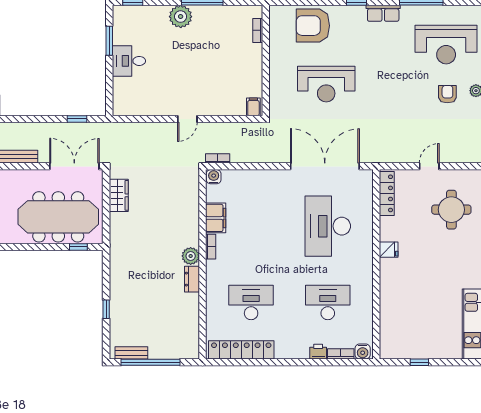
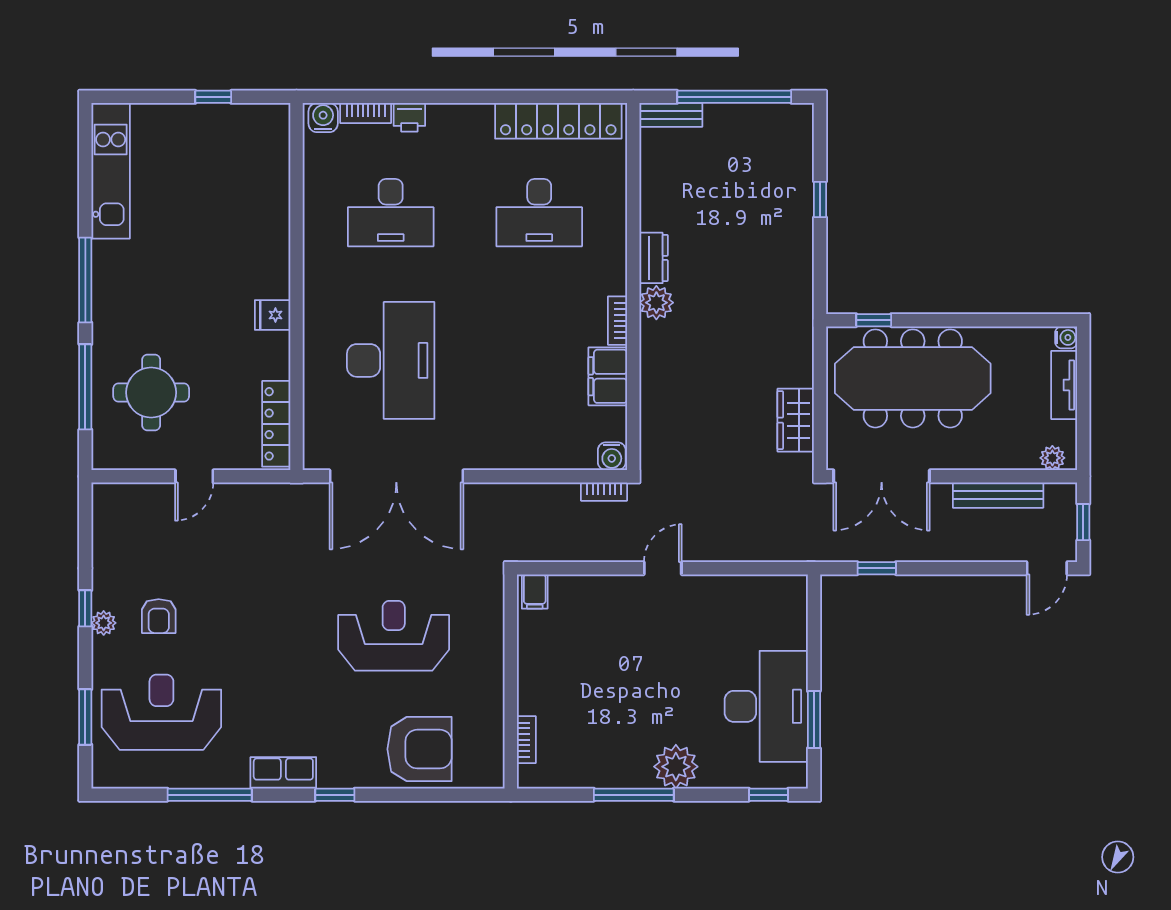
desk: (129, 61) -> (766, 706), width x1.87, depth x1.30
bench: (131, 353) -> (671, 115), moved

